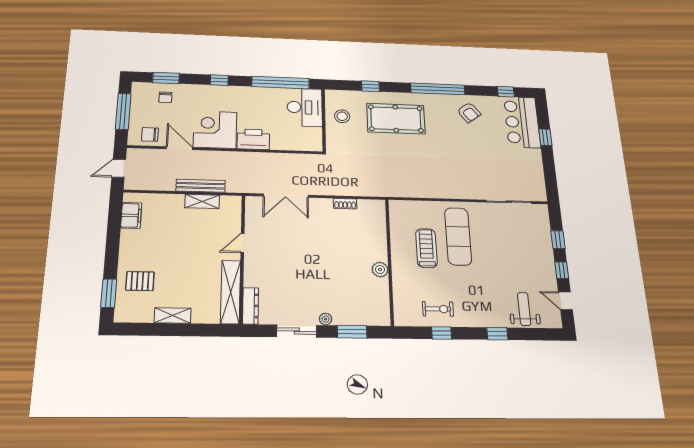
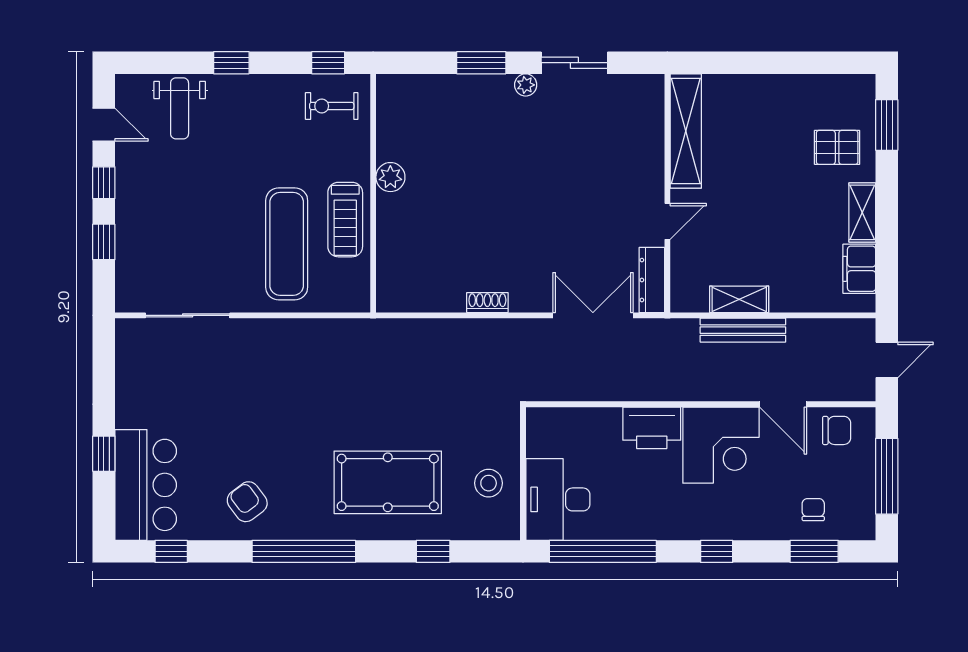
wall: (390, 261) -> (373, 193), moved
plant: (380, 270) -> (390, 177), moved
dresser: (251, 306) -> (652, 280), moved
shelving: (173, 316) -> (862, 212), moved, turned 90

